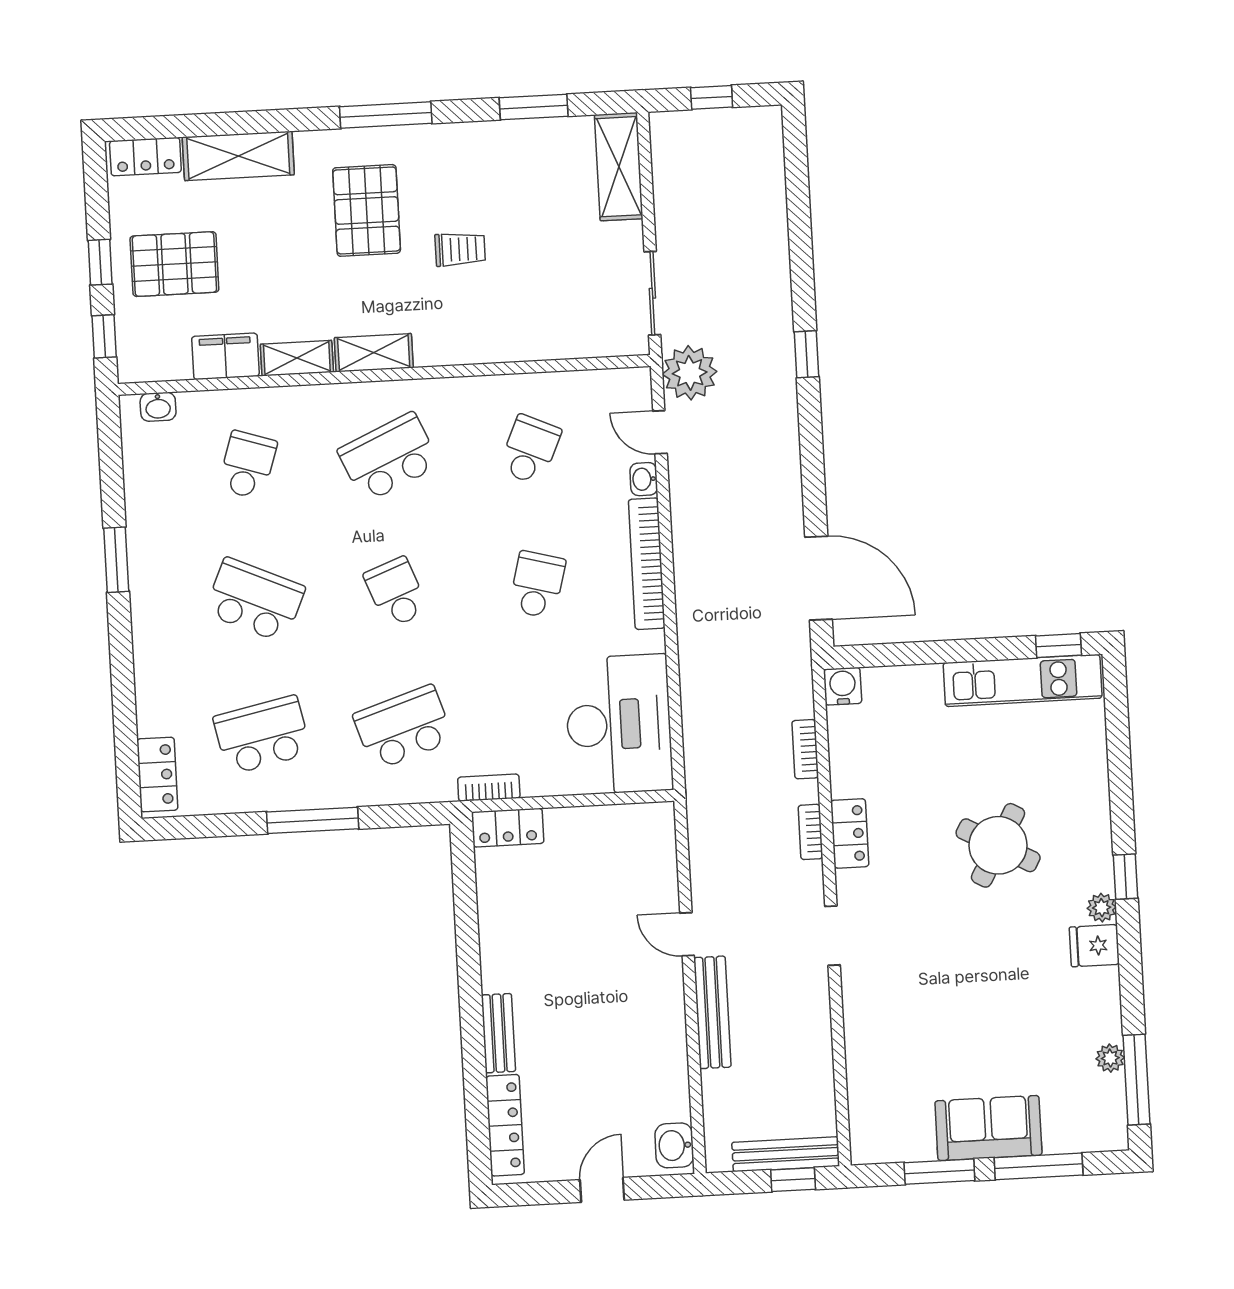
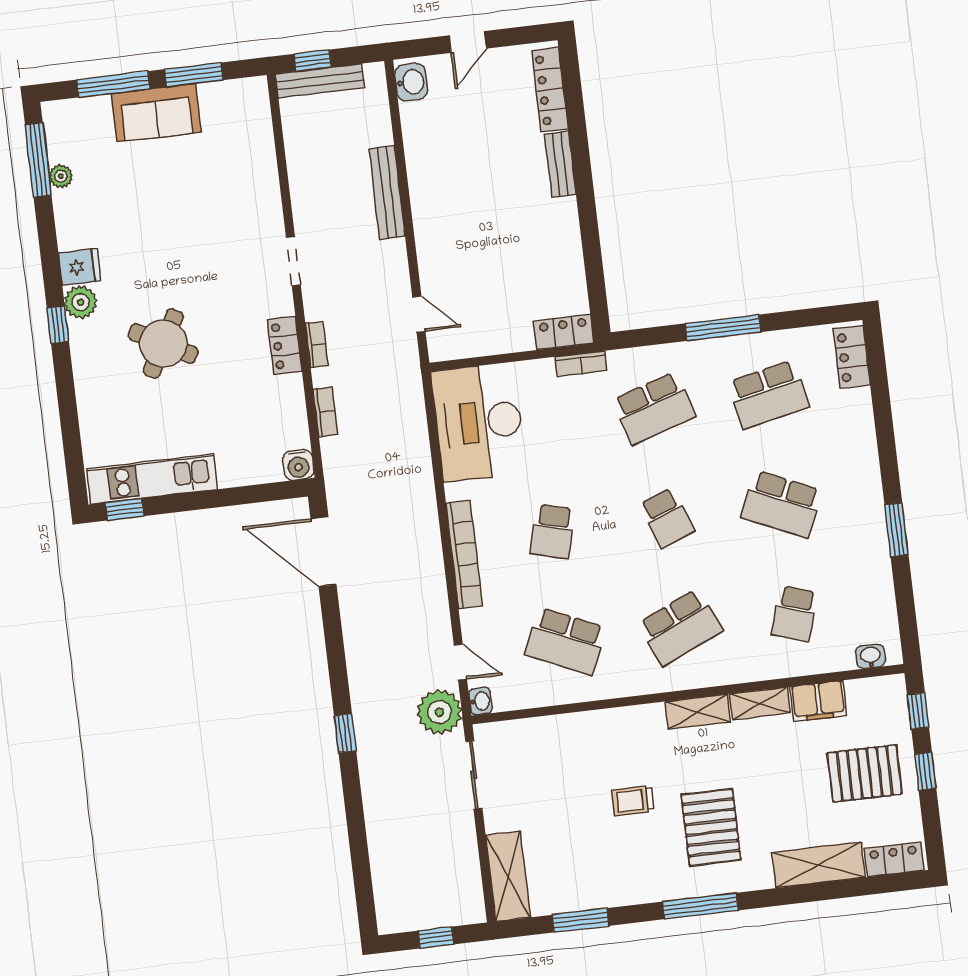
school desk: (530, 450) -> (565, 641), width x1.85
washbasin: (644, 479) -> (480, 701), moved
plant: (1102, 908) -> (81, 302), width x1.38, depth x1.38
door: (687, 934) -> (419, 314), moved

